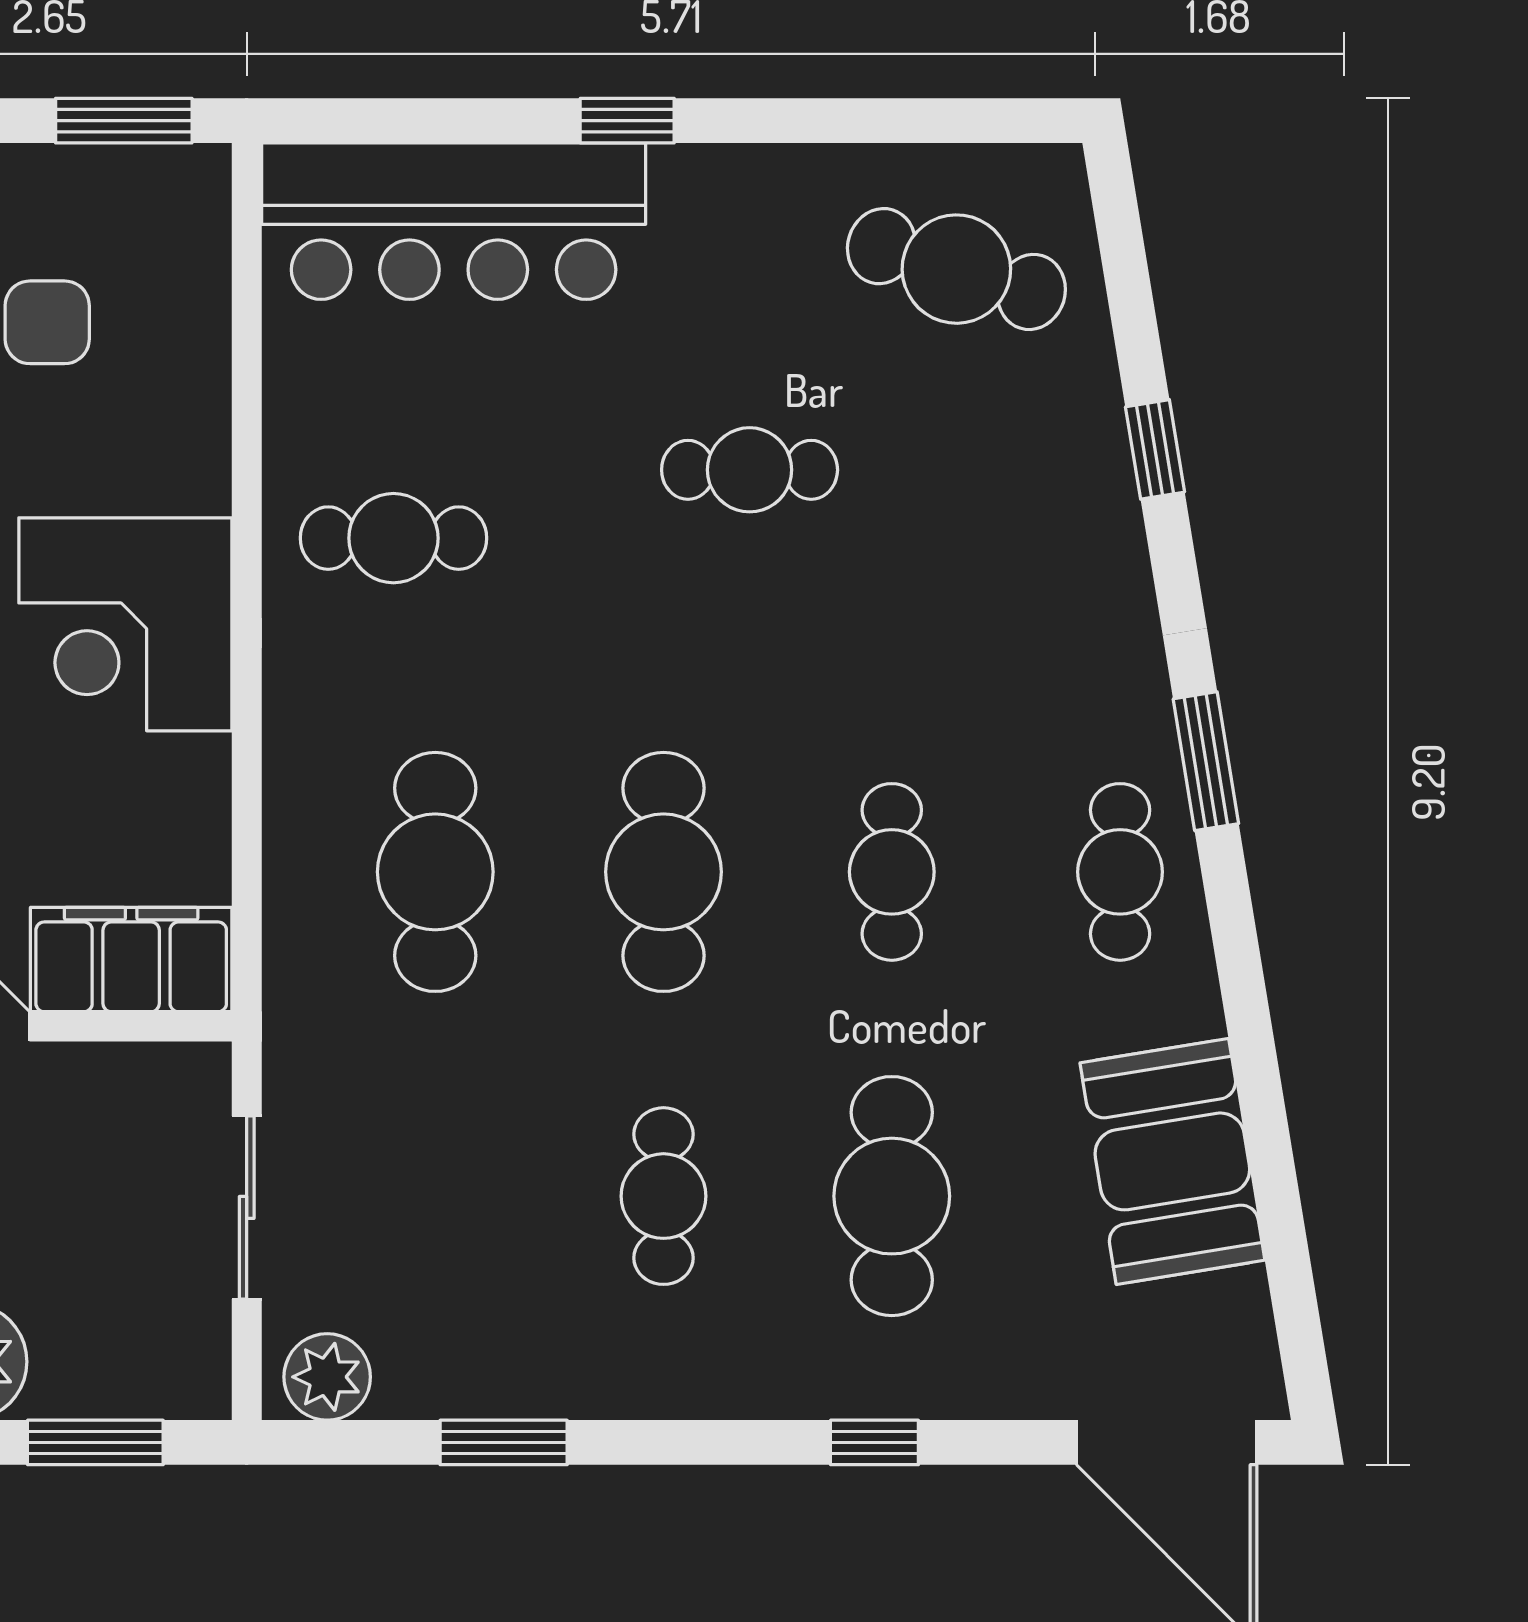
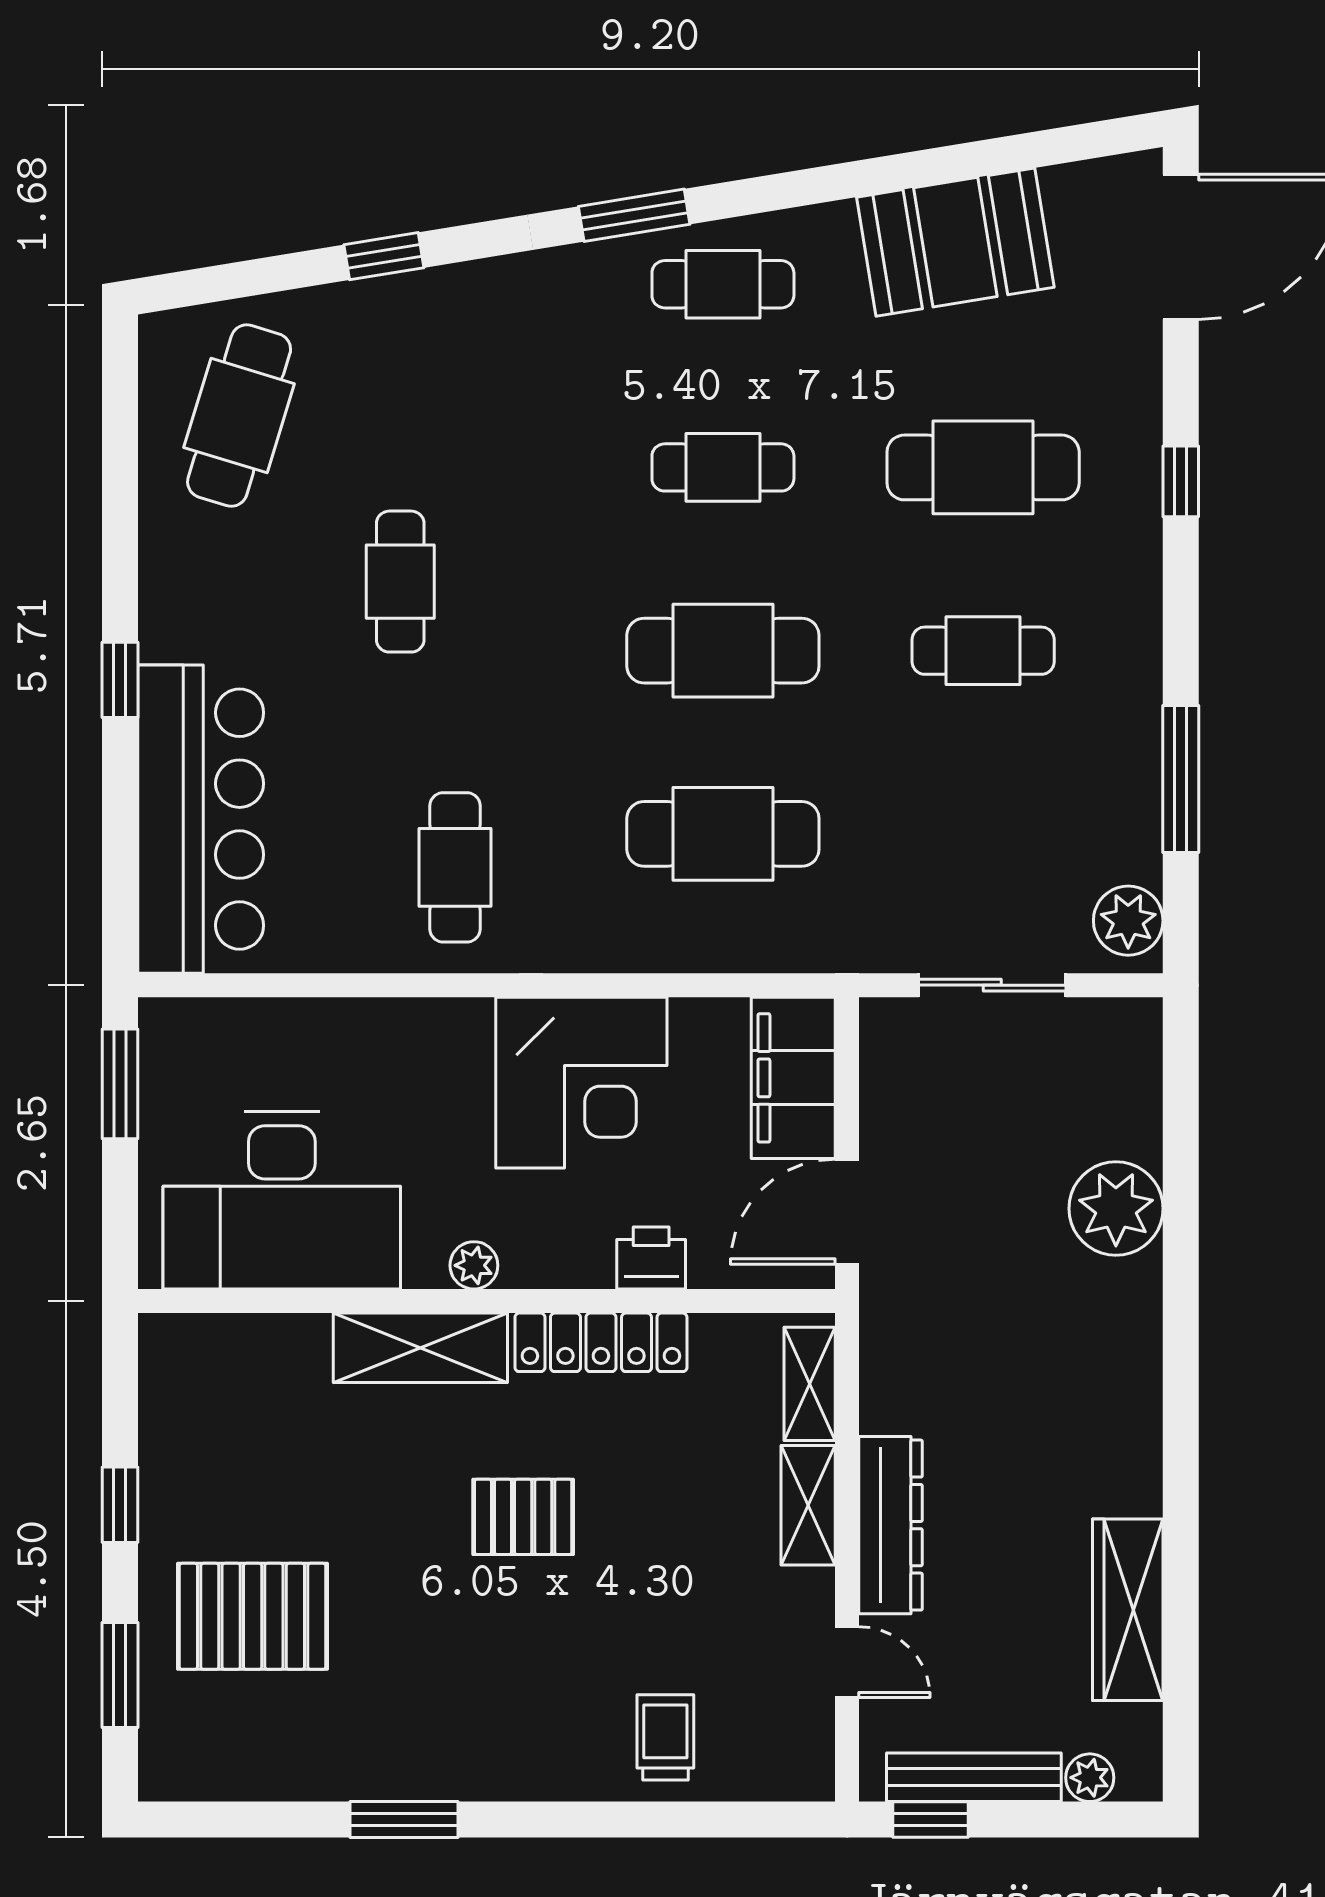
corner desk: (125, 624) -> (581, 1083), moved
window: (95, 1442) -> (1181, 1107), removed
window: (504, 1442) -> (1181, 779), width x1.44

